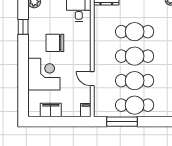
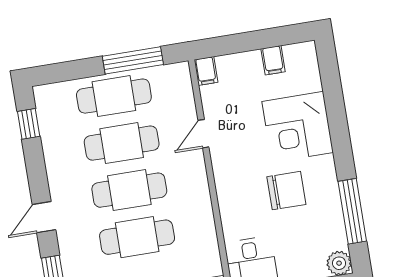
window: (23, 27) -> (352, 211), width x2.17
door: (92, 79) -> (203, 134), swing flipped
filing cabinet: (51, 110) -> (273, 60), width x0.50

